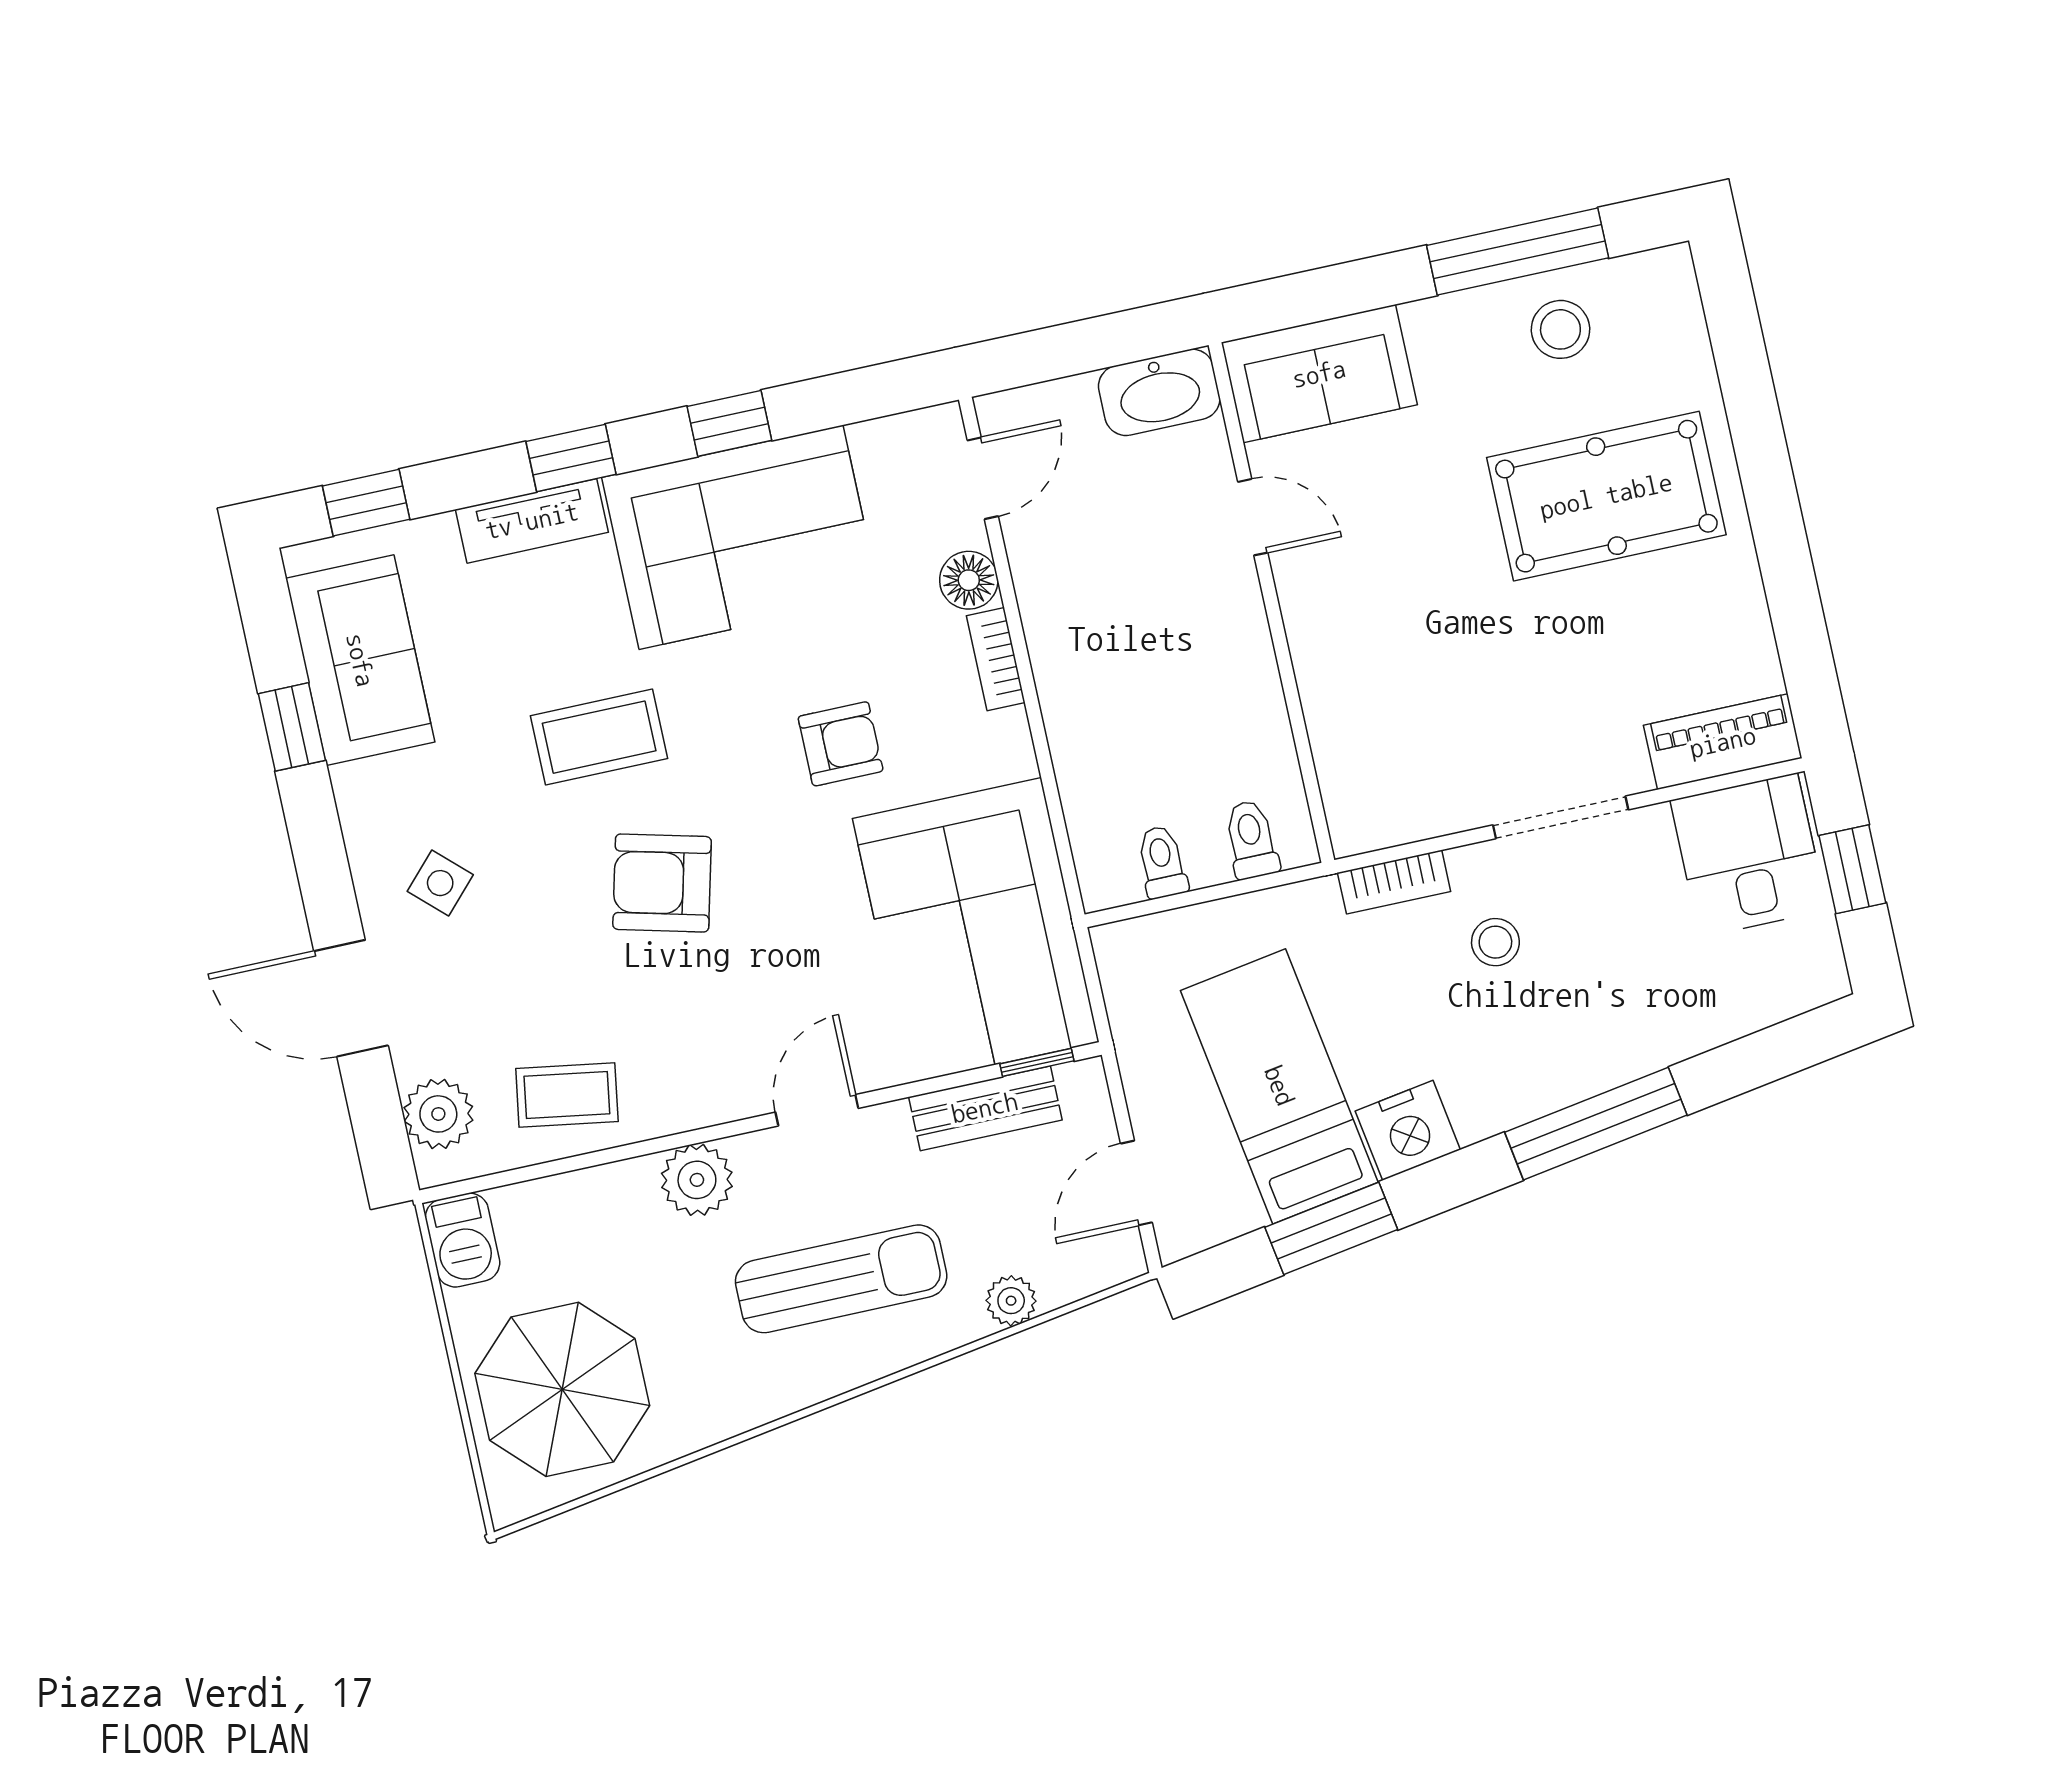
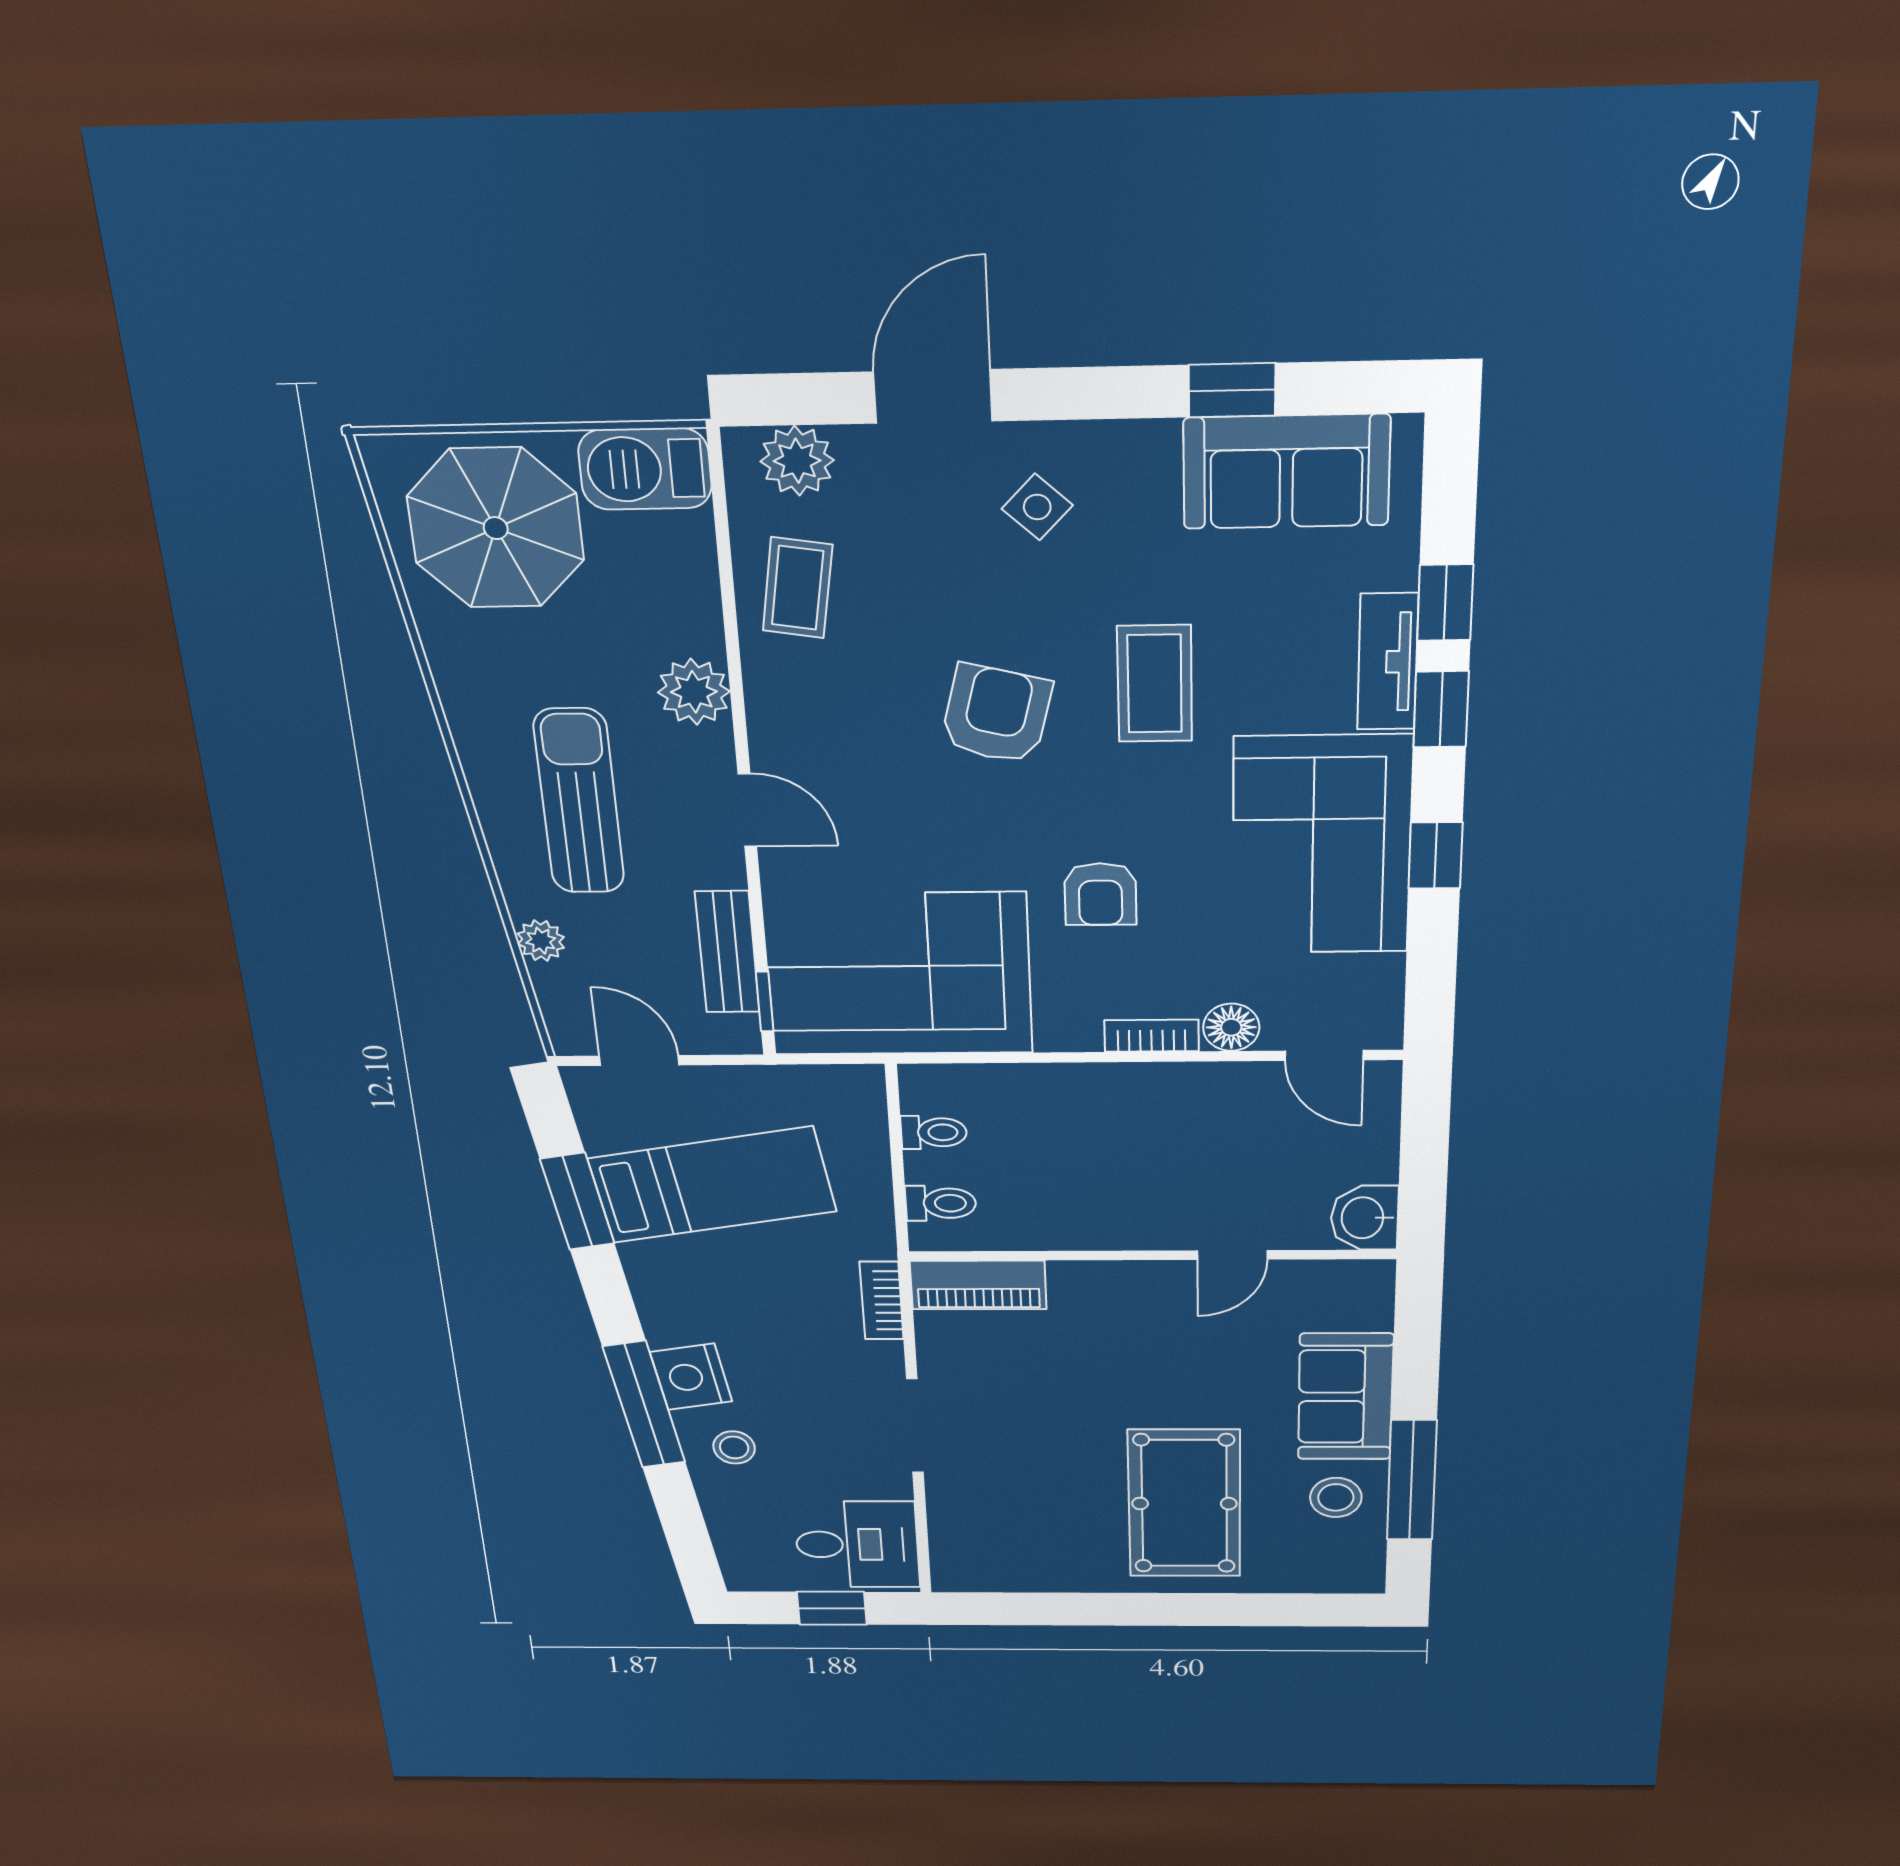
sofa: (1319, 374) -> (1345, 1397), moved
washbasin: (1159, 392) -> (1364, 1218), width x0.72
window: (366, 503) -> (1445, 603), moved
piano: (1723, 742) -> (978, 1285), moved, turned 90
stool: (1495, 942) -> (734, 1447), moved
nightstand: (1408, 1130) -> (691, 1377), moved
barbecue: (463, 1240) -> (645, 469), width x1.38, depth x1.27
sun lounger: (841, 1279) -> (579, 801), turned 180

